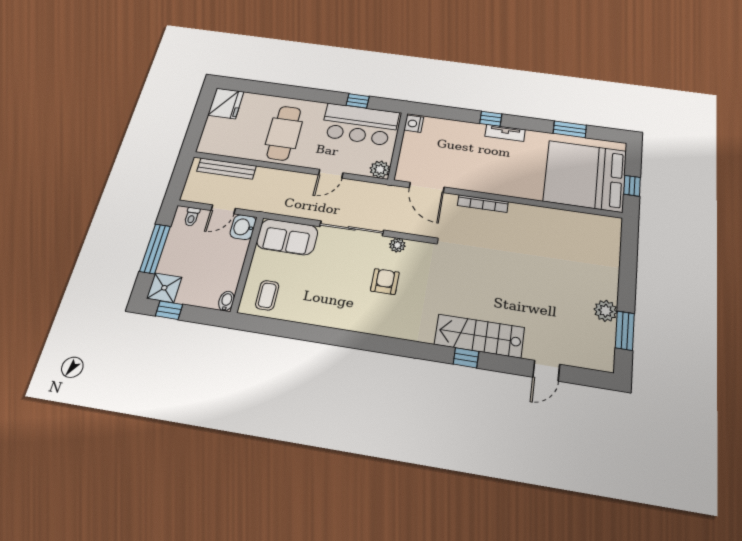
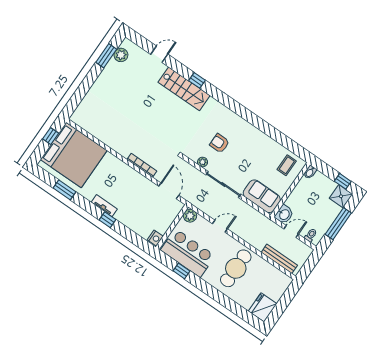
armchair: (385, 281) -> (219, 143), turned 90
plant: (606, 311) -> (121, 55), moved

